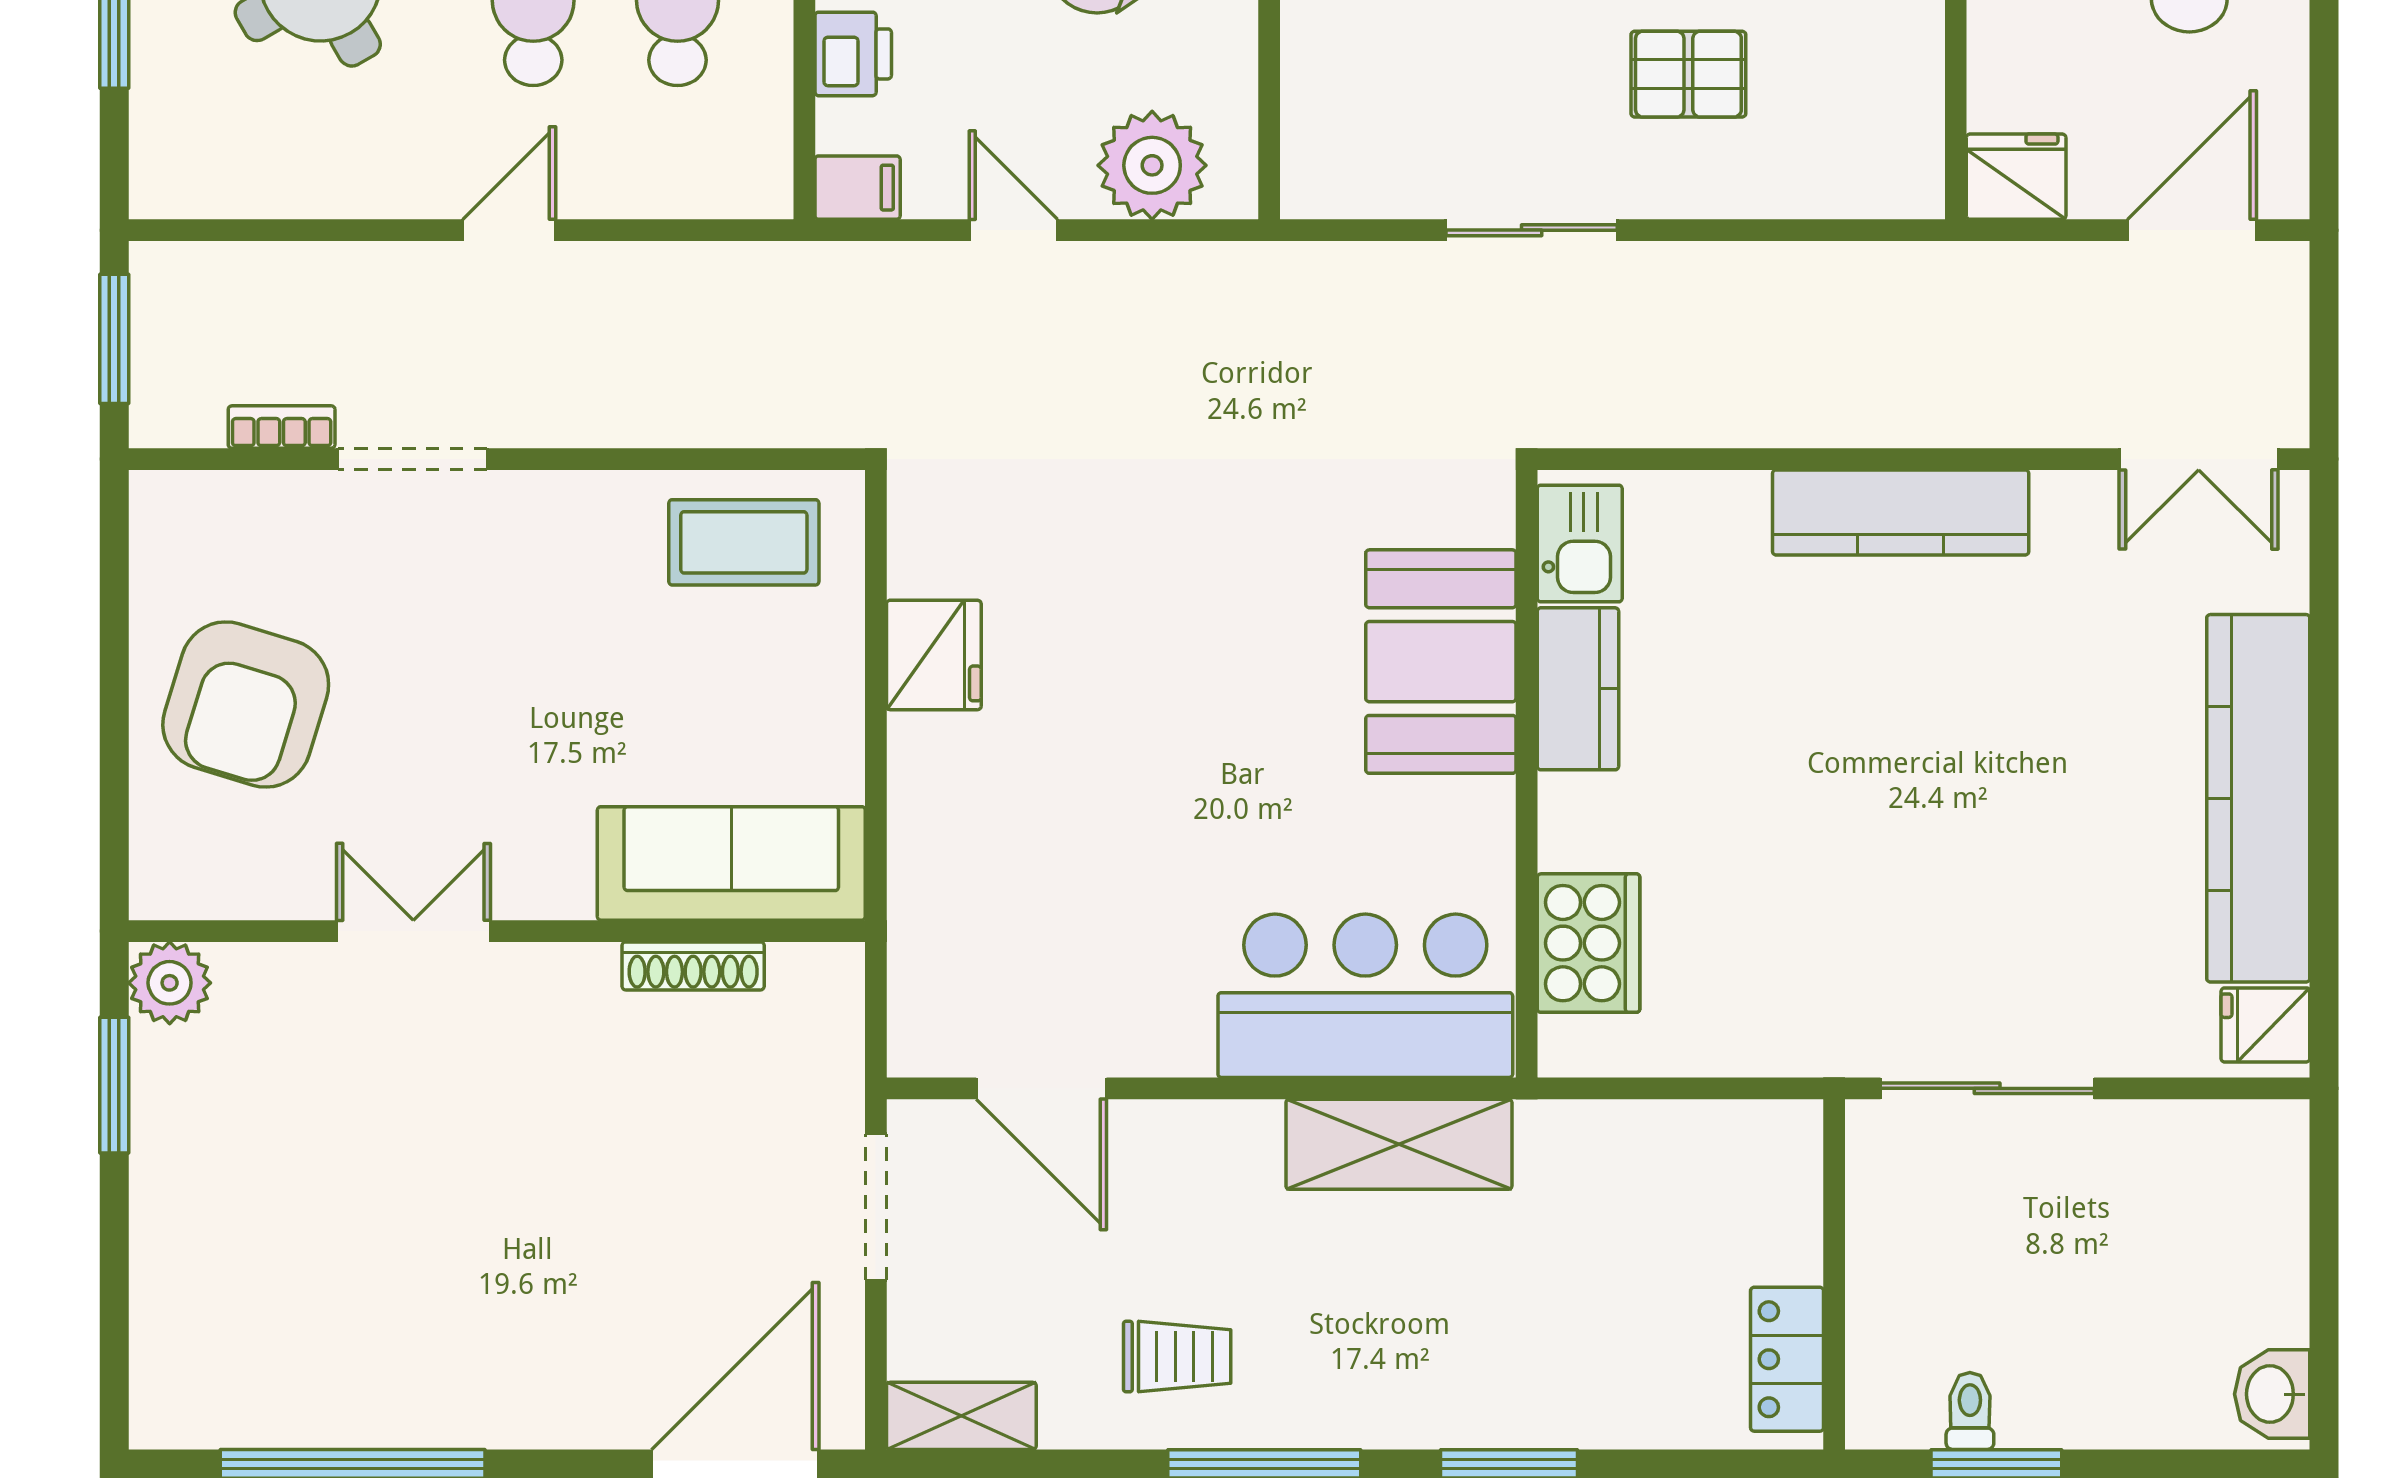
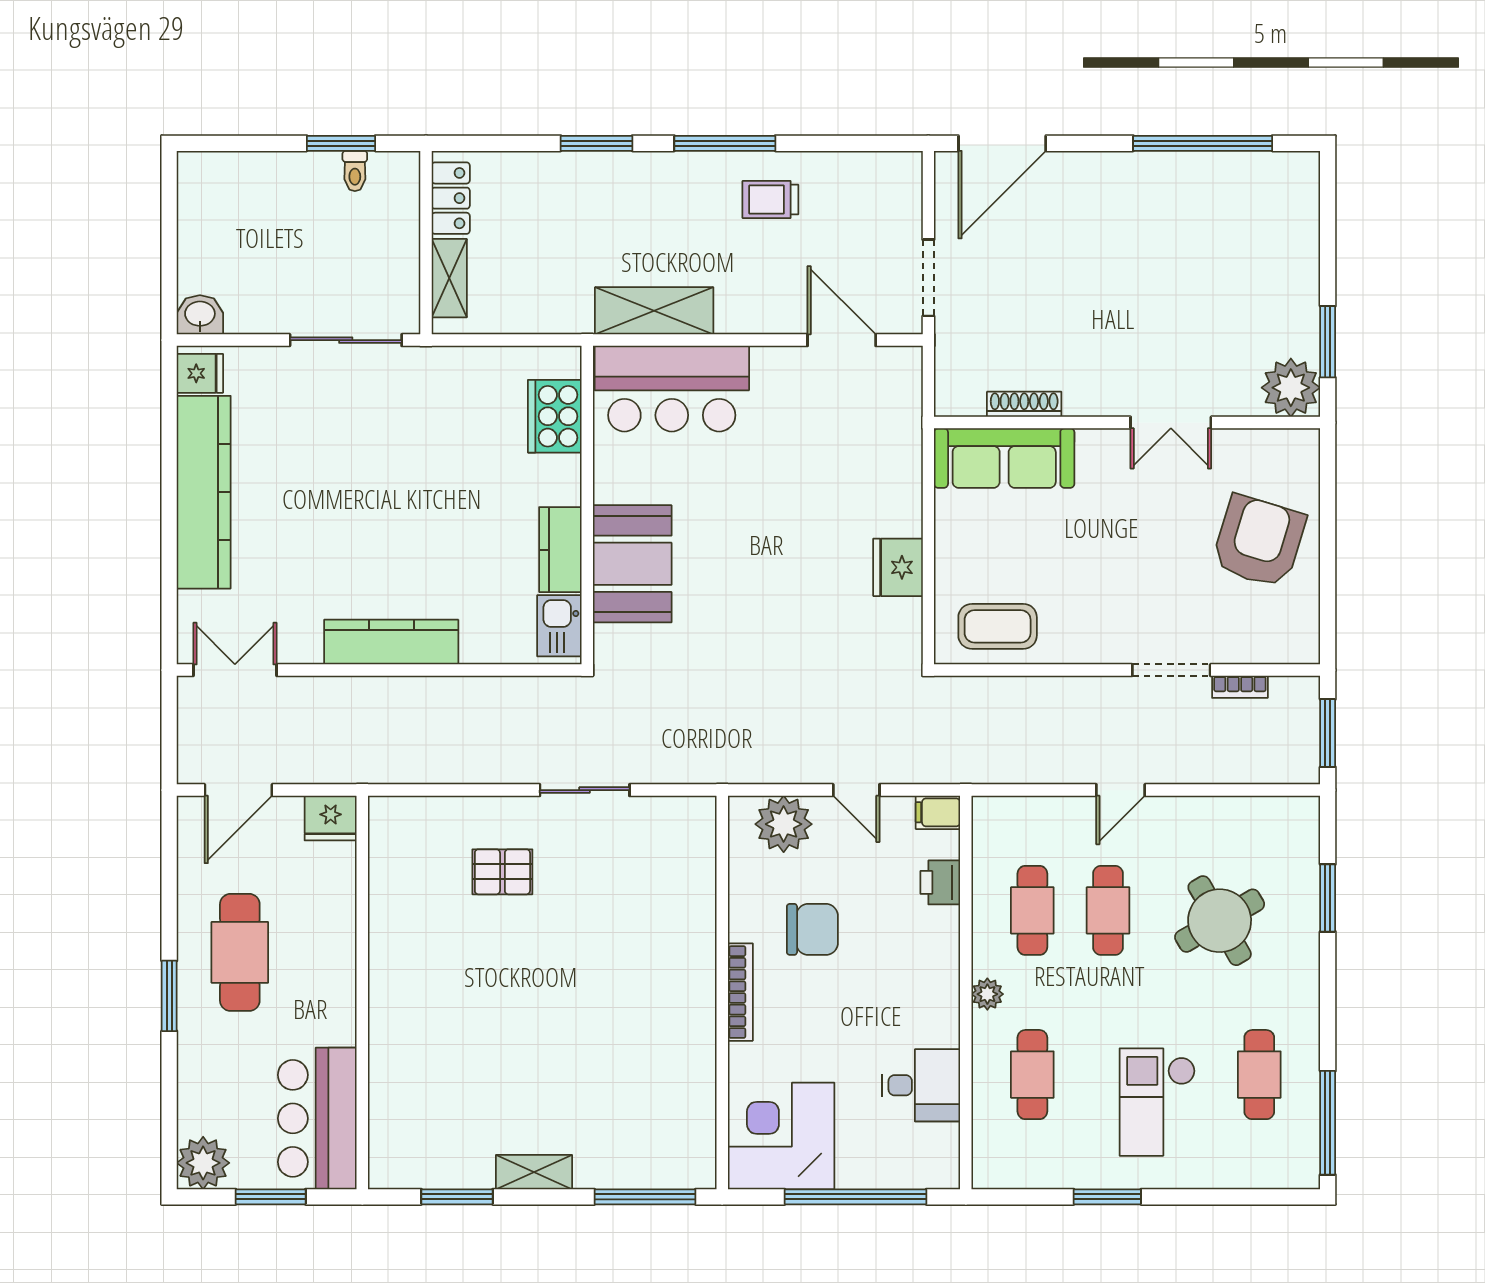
plant: (170, 983) -> (1291, 388), width x1.36, depth x1.36
washbasin: (2272, 1394) -> (200, 315), moved, turned -90
shelving: (961, 1416) -> (449, 278), moved, turned 90

